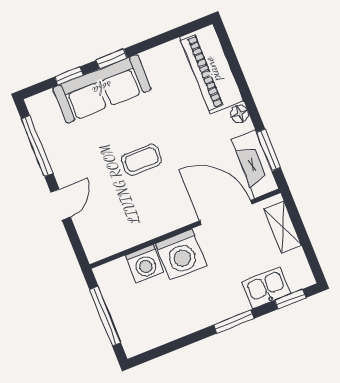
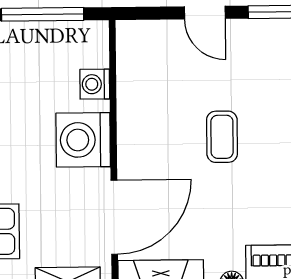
washing machine: (145, 264) -> (95, 84), width x0.73, depth x0.73

